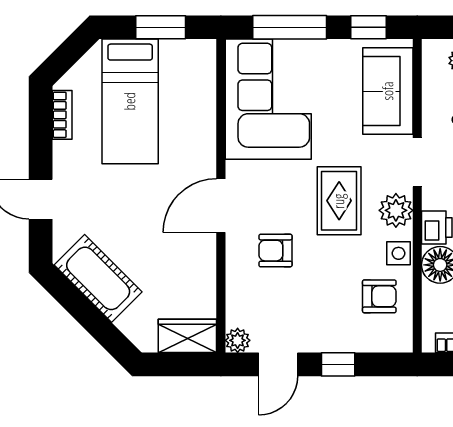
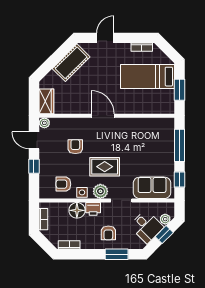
corner sofa: (268, 99) -> (149, 136), removed
armchair: (275, 251) -> (75, 147), moved
armchair: (379, 296) -> (63, 184), turned 90

